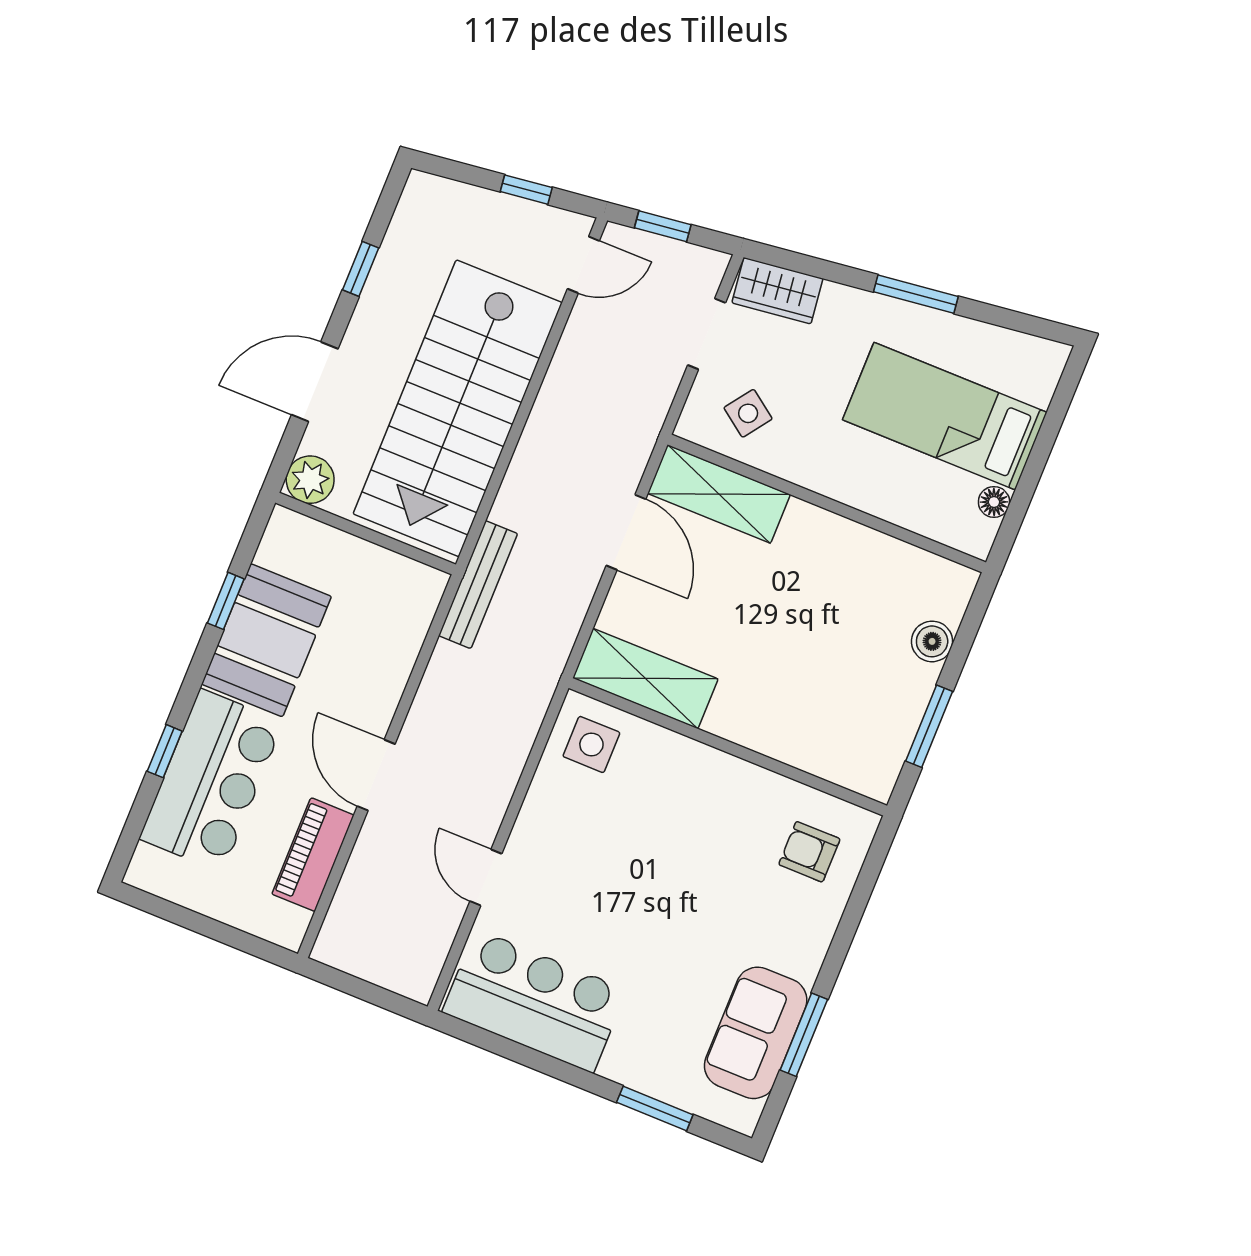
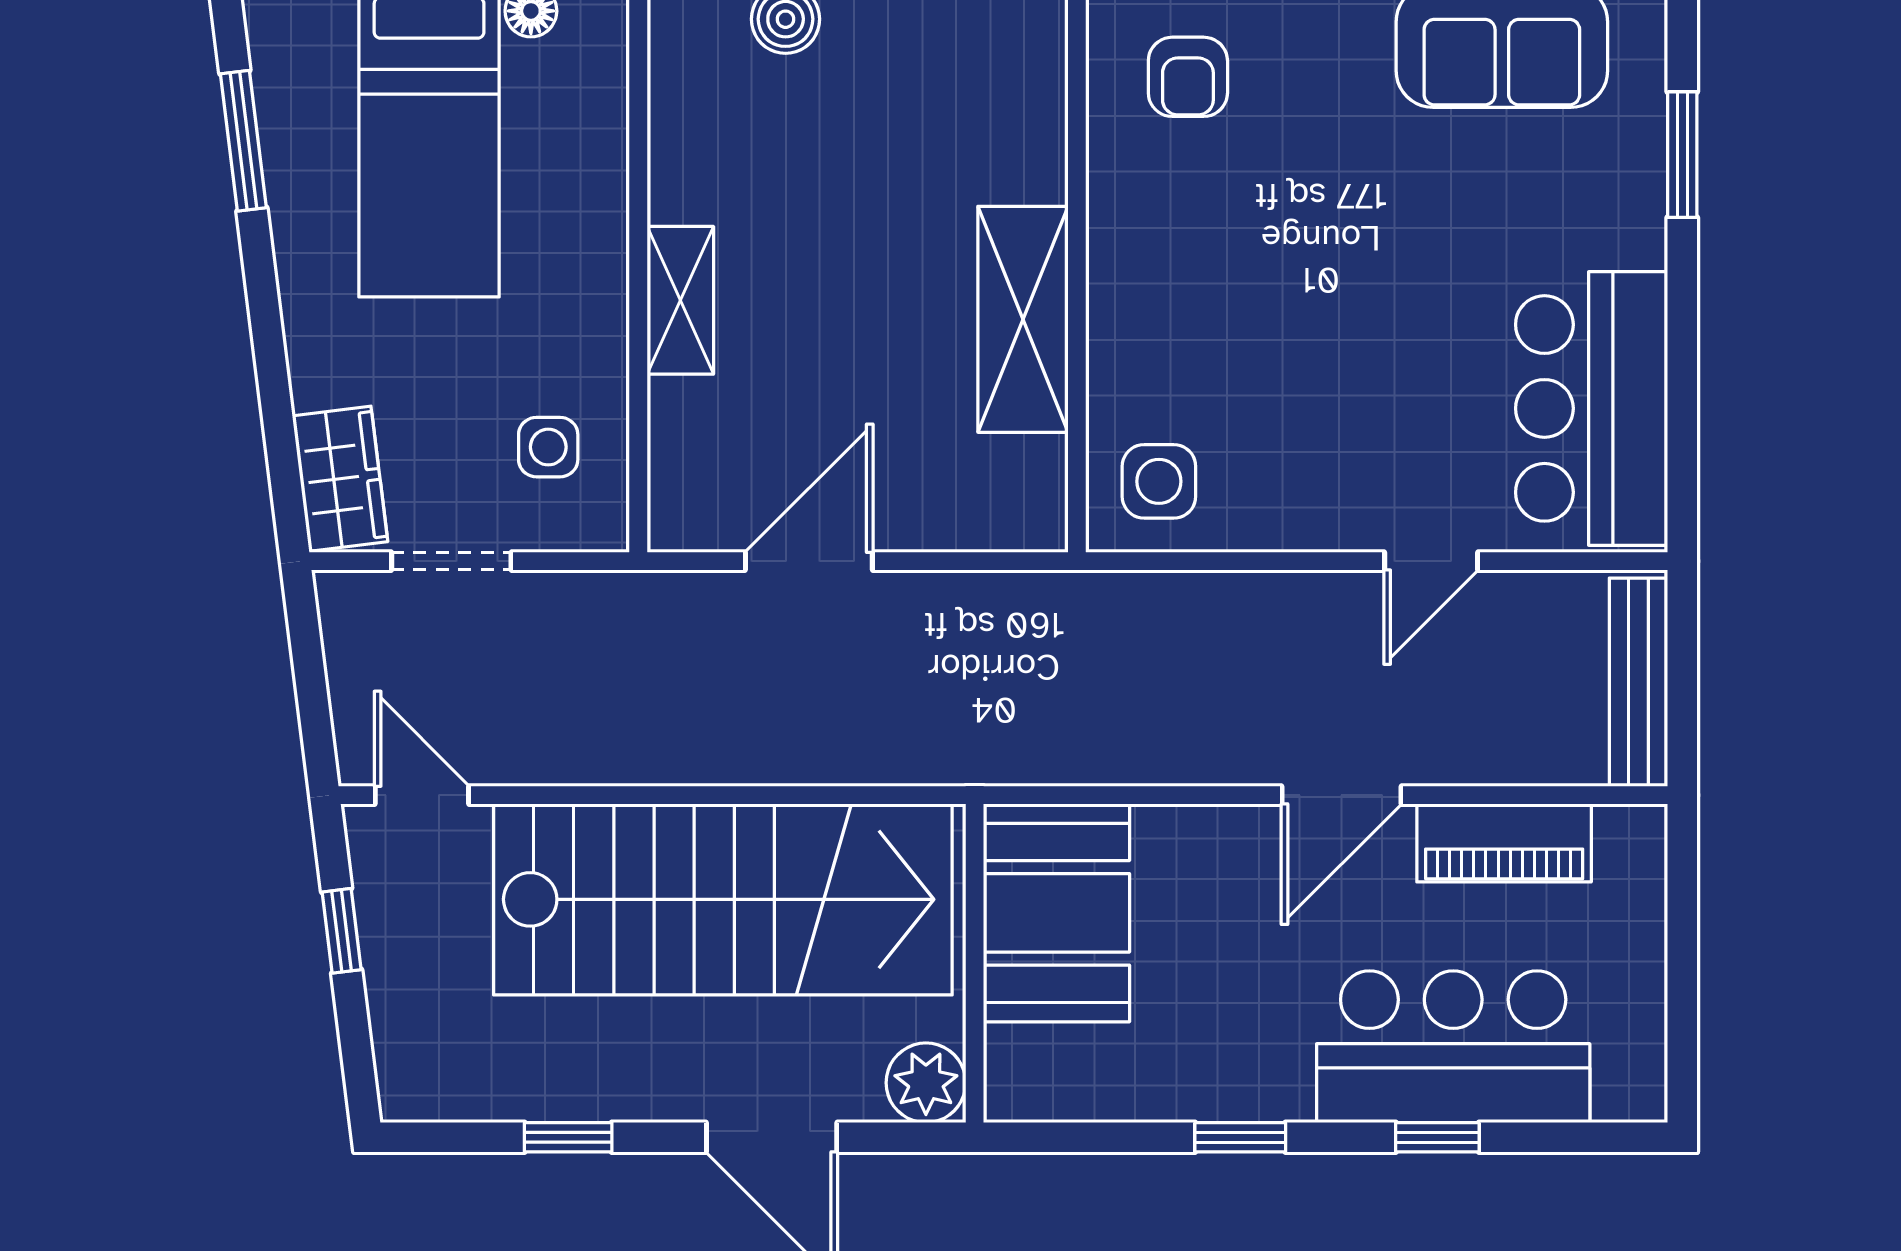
window: (663, 226) -> (312, 697), removed
window: (916, 294) -> (243, 141), moved
side table: (748, 413) -> (548, 447), turned -36
shelving: (719, 494) -> (680, 300), moved, width x0.67, depth x0.75
bench: (478, 585) -> (1638, 682), moved, turned 90
window: (226, 601) -> (1240, 1137), moved
booth: (266, 640) -> (1056, 913), moved, turned 90
shelving: (645, 678) -> (1023, 319), moved

